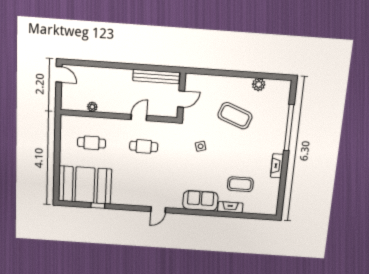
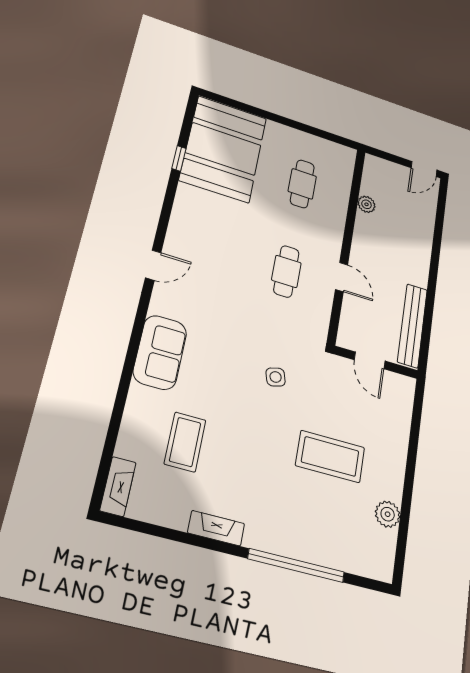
coffee table: (235, 116) -> (330, 456), turned 69
fireplace: (230, 207) -> (118, 487), moved
door: (158, 210) -> (153, 265), swing flipped

